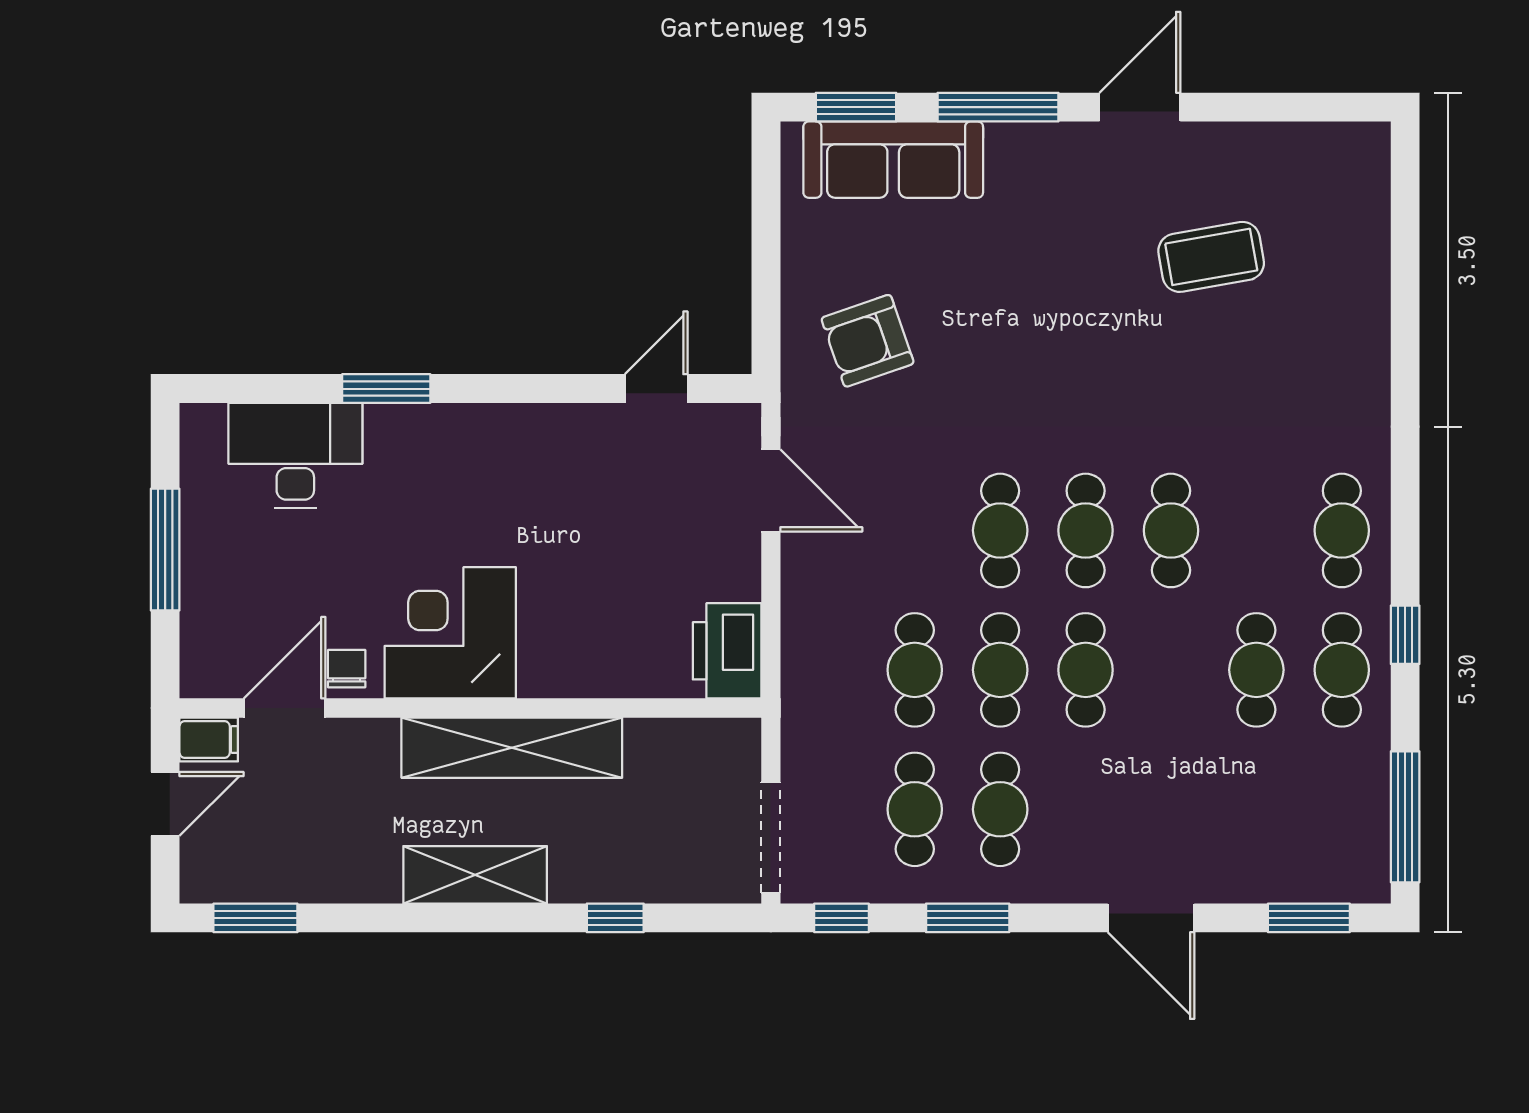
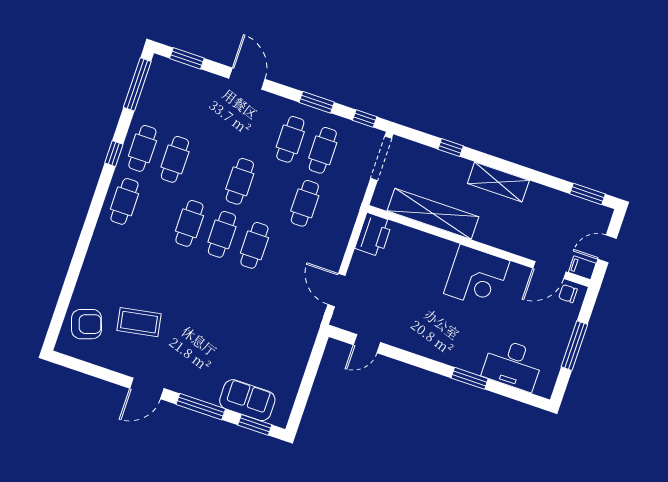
sofa: (893, 160) -> (247, 400), width x0.73
armchair: (868, 341) -> (86, 324), moved
chair: (347, 669) -> (568, 294), moved, turned 90
cafe table: (1000, 670) -> (272, 192), removed
shelving: (512, 748) -> (433, 214), moved

